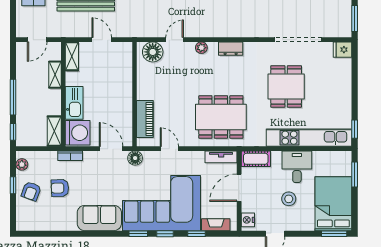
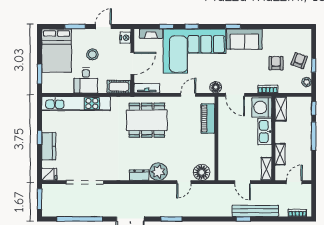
plant: (201, 48) -> (158, 172), width x1.87, depth x1.87
kitchen counter: (343, 85) -> (49, 146), added
dining table: (286, 86) -> (94, 145), removed
window: (355, 129) -> (40, 137), moved
door: (169, 149) -> (188, 95), swing flipped
armchair: (60, 188) -> (276, 63), turned -88
window: (138, 234) -> (233, 27), moved
window: (334, 234) -> (75, 27), moved

